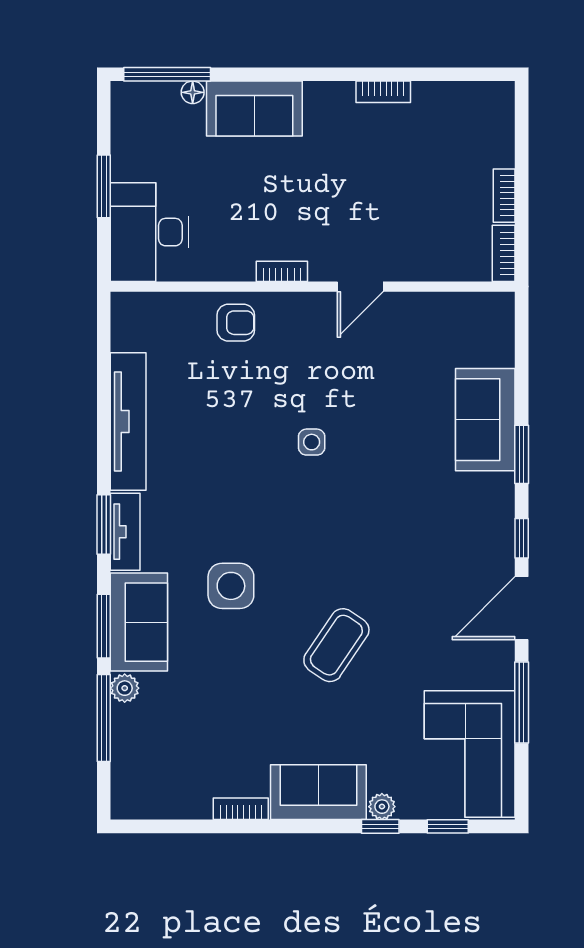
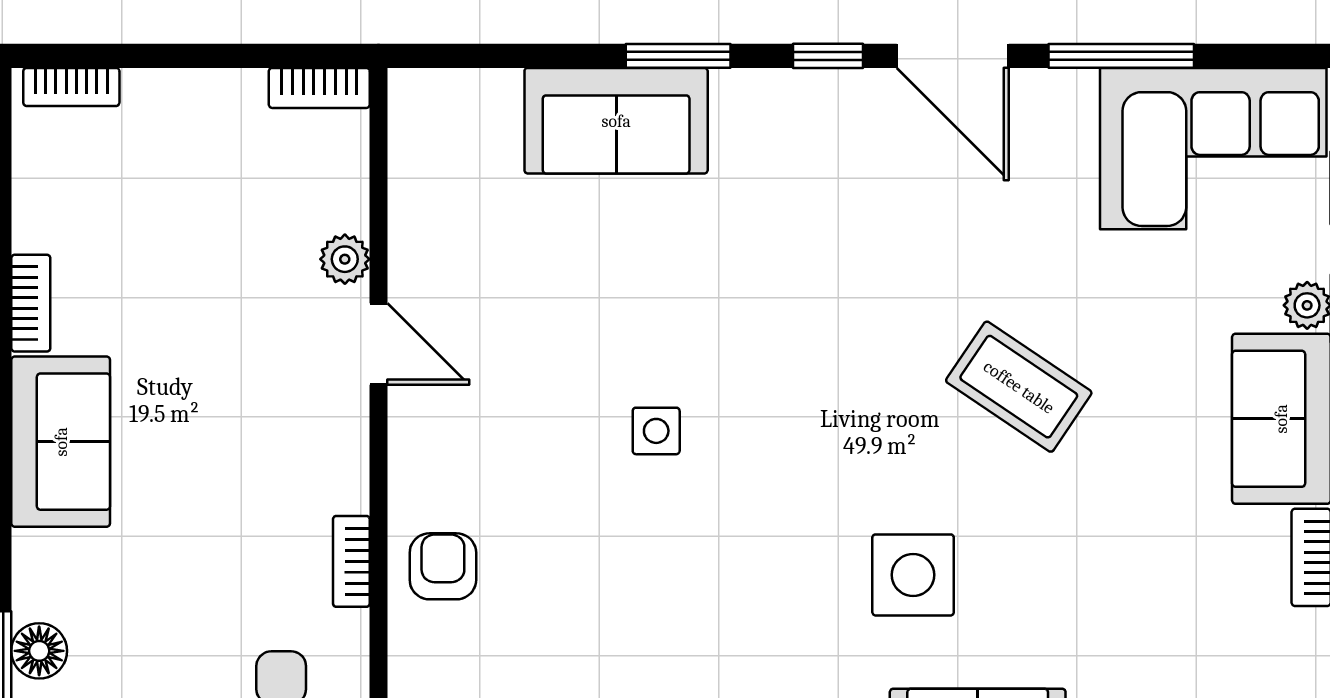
floor lamp: (193, 92) -> (39, 651), width x1.37, depth x1.37
sofa: (254, 109) -> (61, 442), moved
bookcase: (504, 196) -> (71, 87), moved
plant: (408, 268) -> (345, 259), added
bookcase: (282, 271) -> (351, 561), moved

